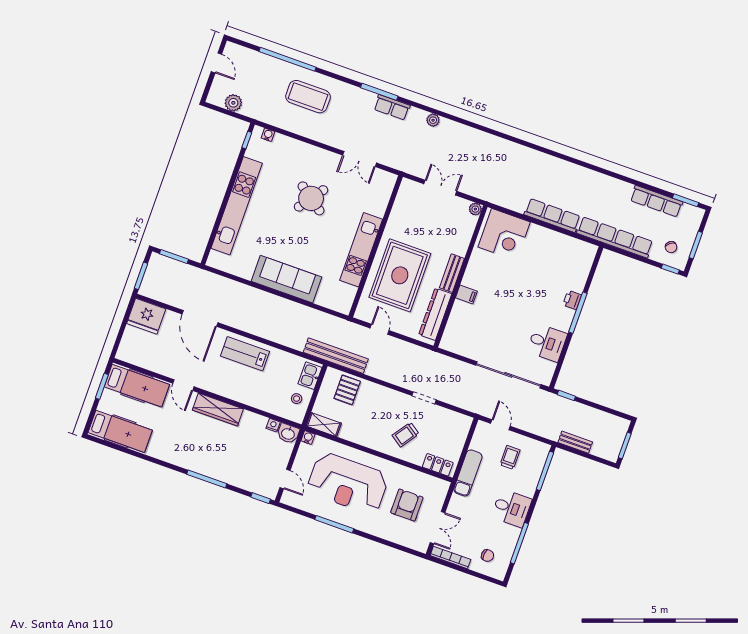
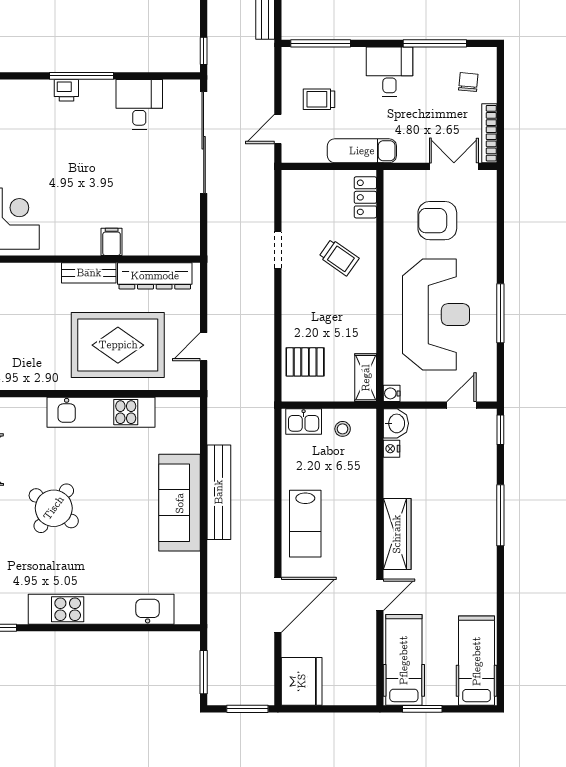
bench: (336, 356) -> (219, 492), moved

